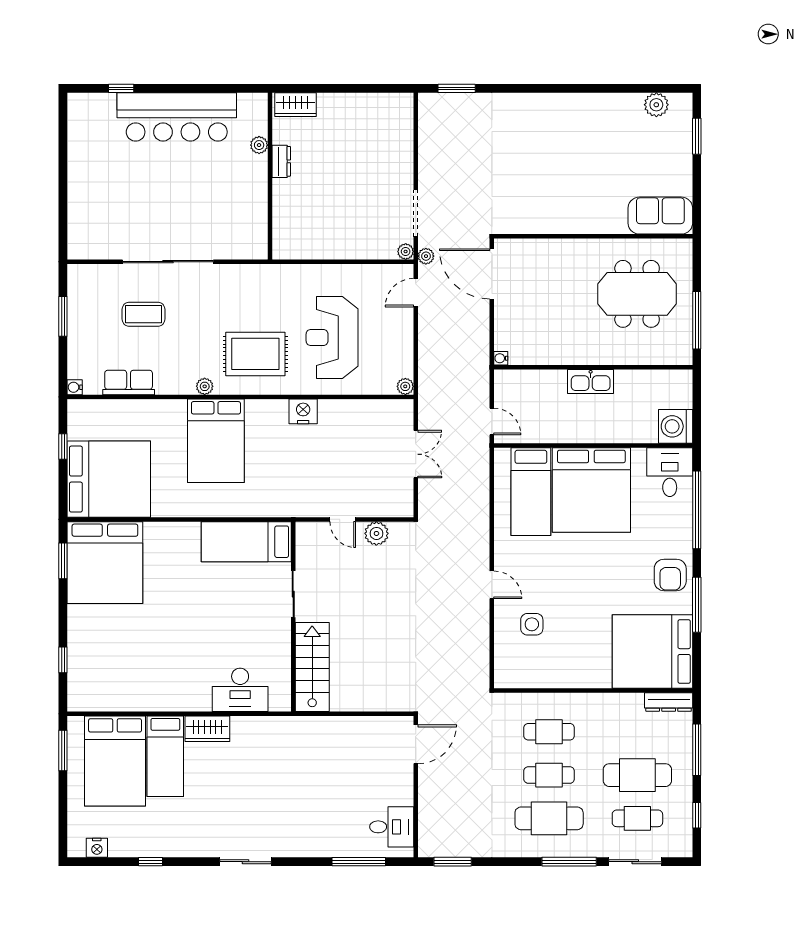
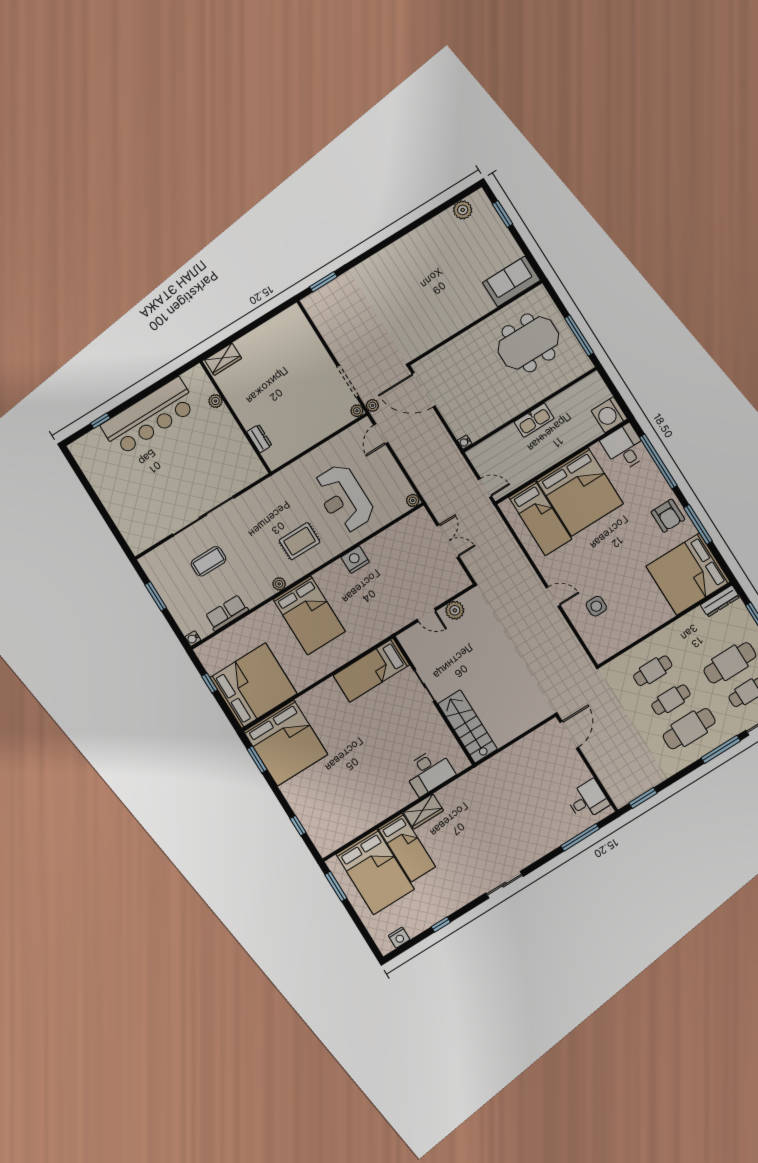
dresser: (281, 161) -> (259, 439), moved
rug: (255, 354) -> (299, 541), width x0.73, depth x0.70

